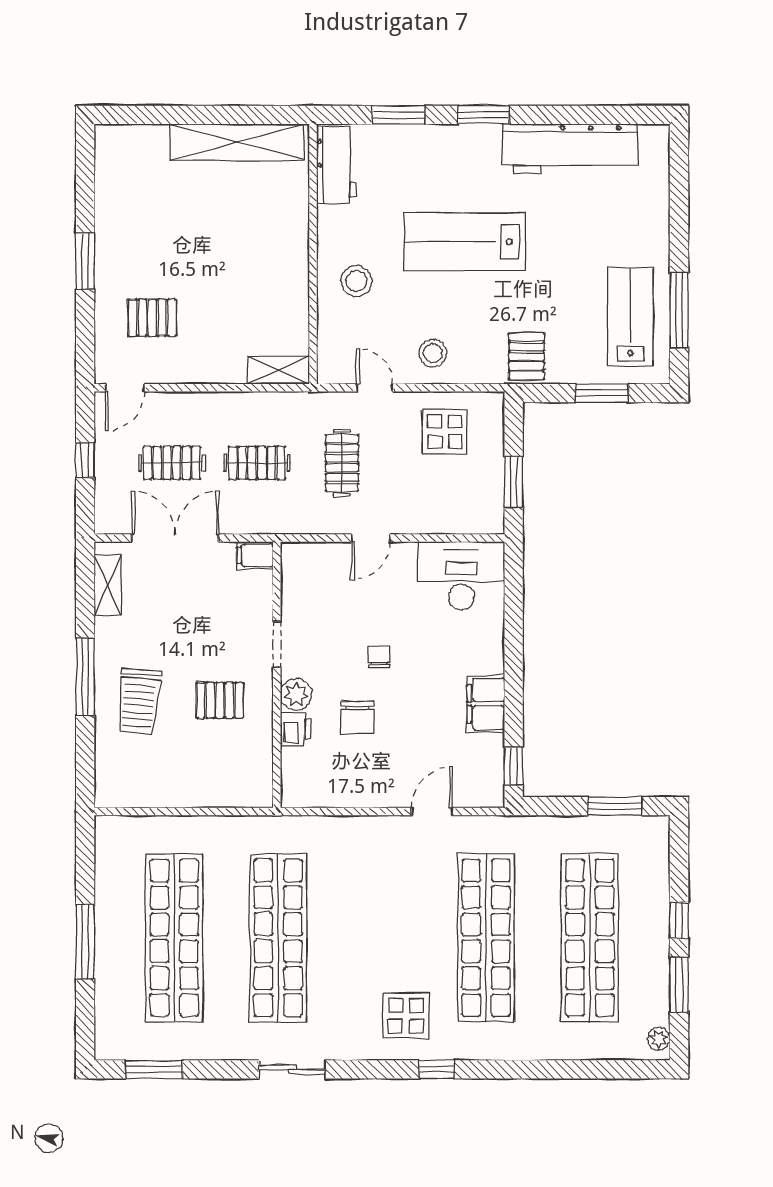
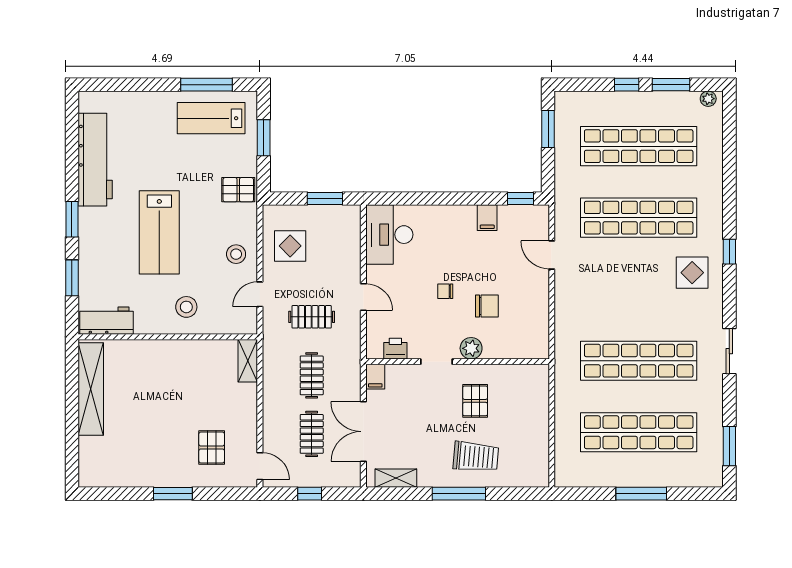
filing cabinet: (486, 704) -> (487, 218), width x0.50
printer: (296, 729) -> (395, 349), moved

